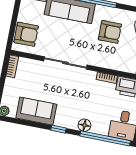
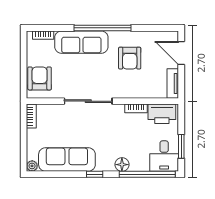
armchair: (110, 32) -> (130, 58), turned 90
armchair: (26, 34) -> (40, 78), turned -90
sofa: (36, 111) -> (67, 160), width x1.36

